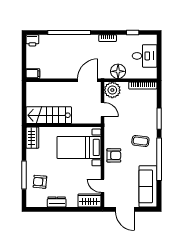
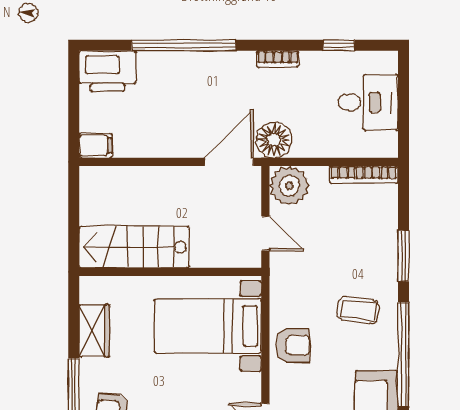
printer: (32, 40) -> (108, 71), width x1.87, depth x1.48
floor lamp: (118, 71) -> (274, 140), moved
wardrobe: (32, 138) -> (94, 331), moved

